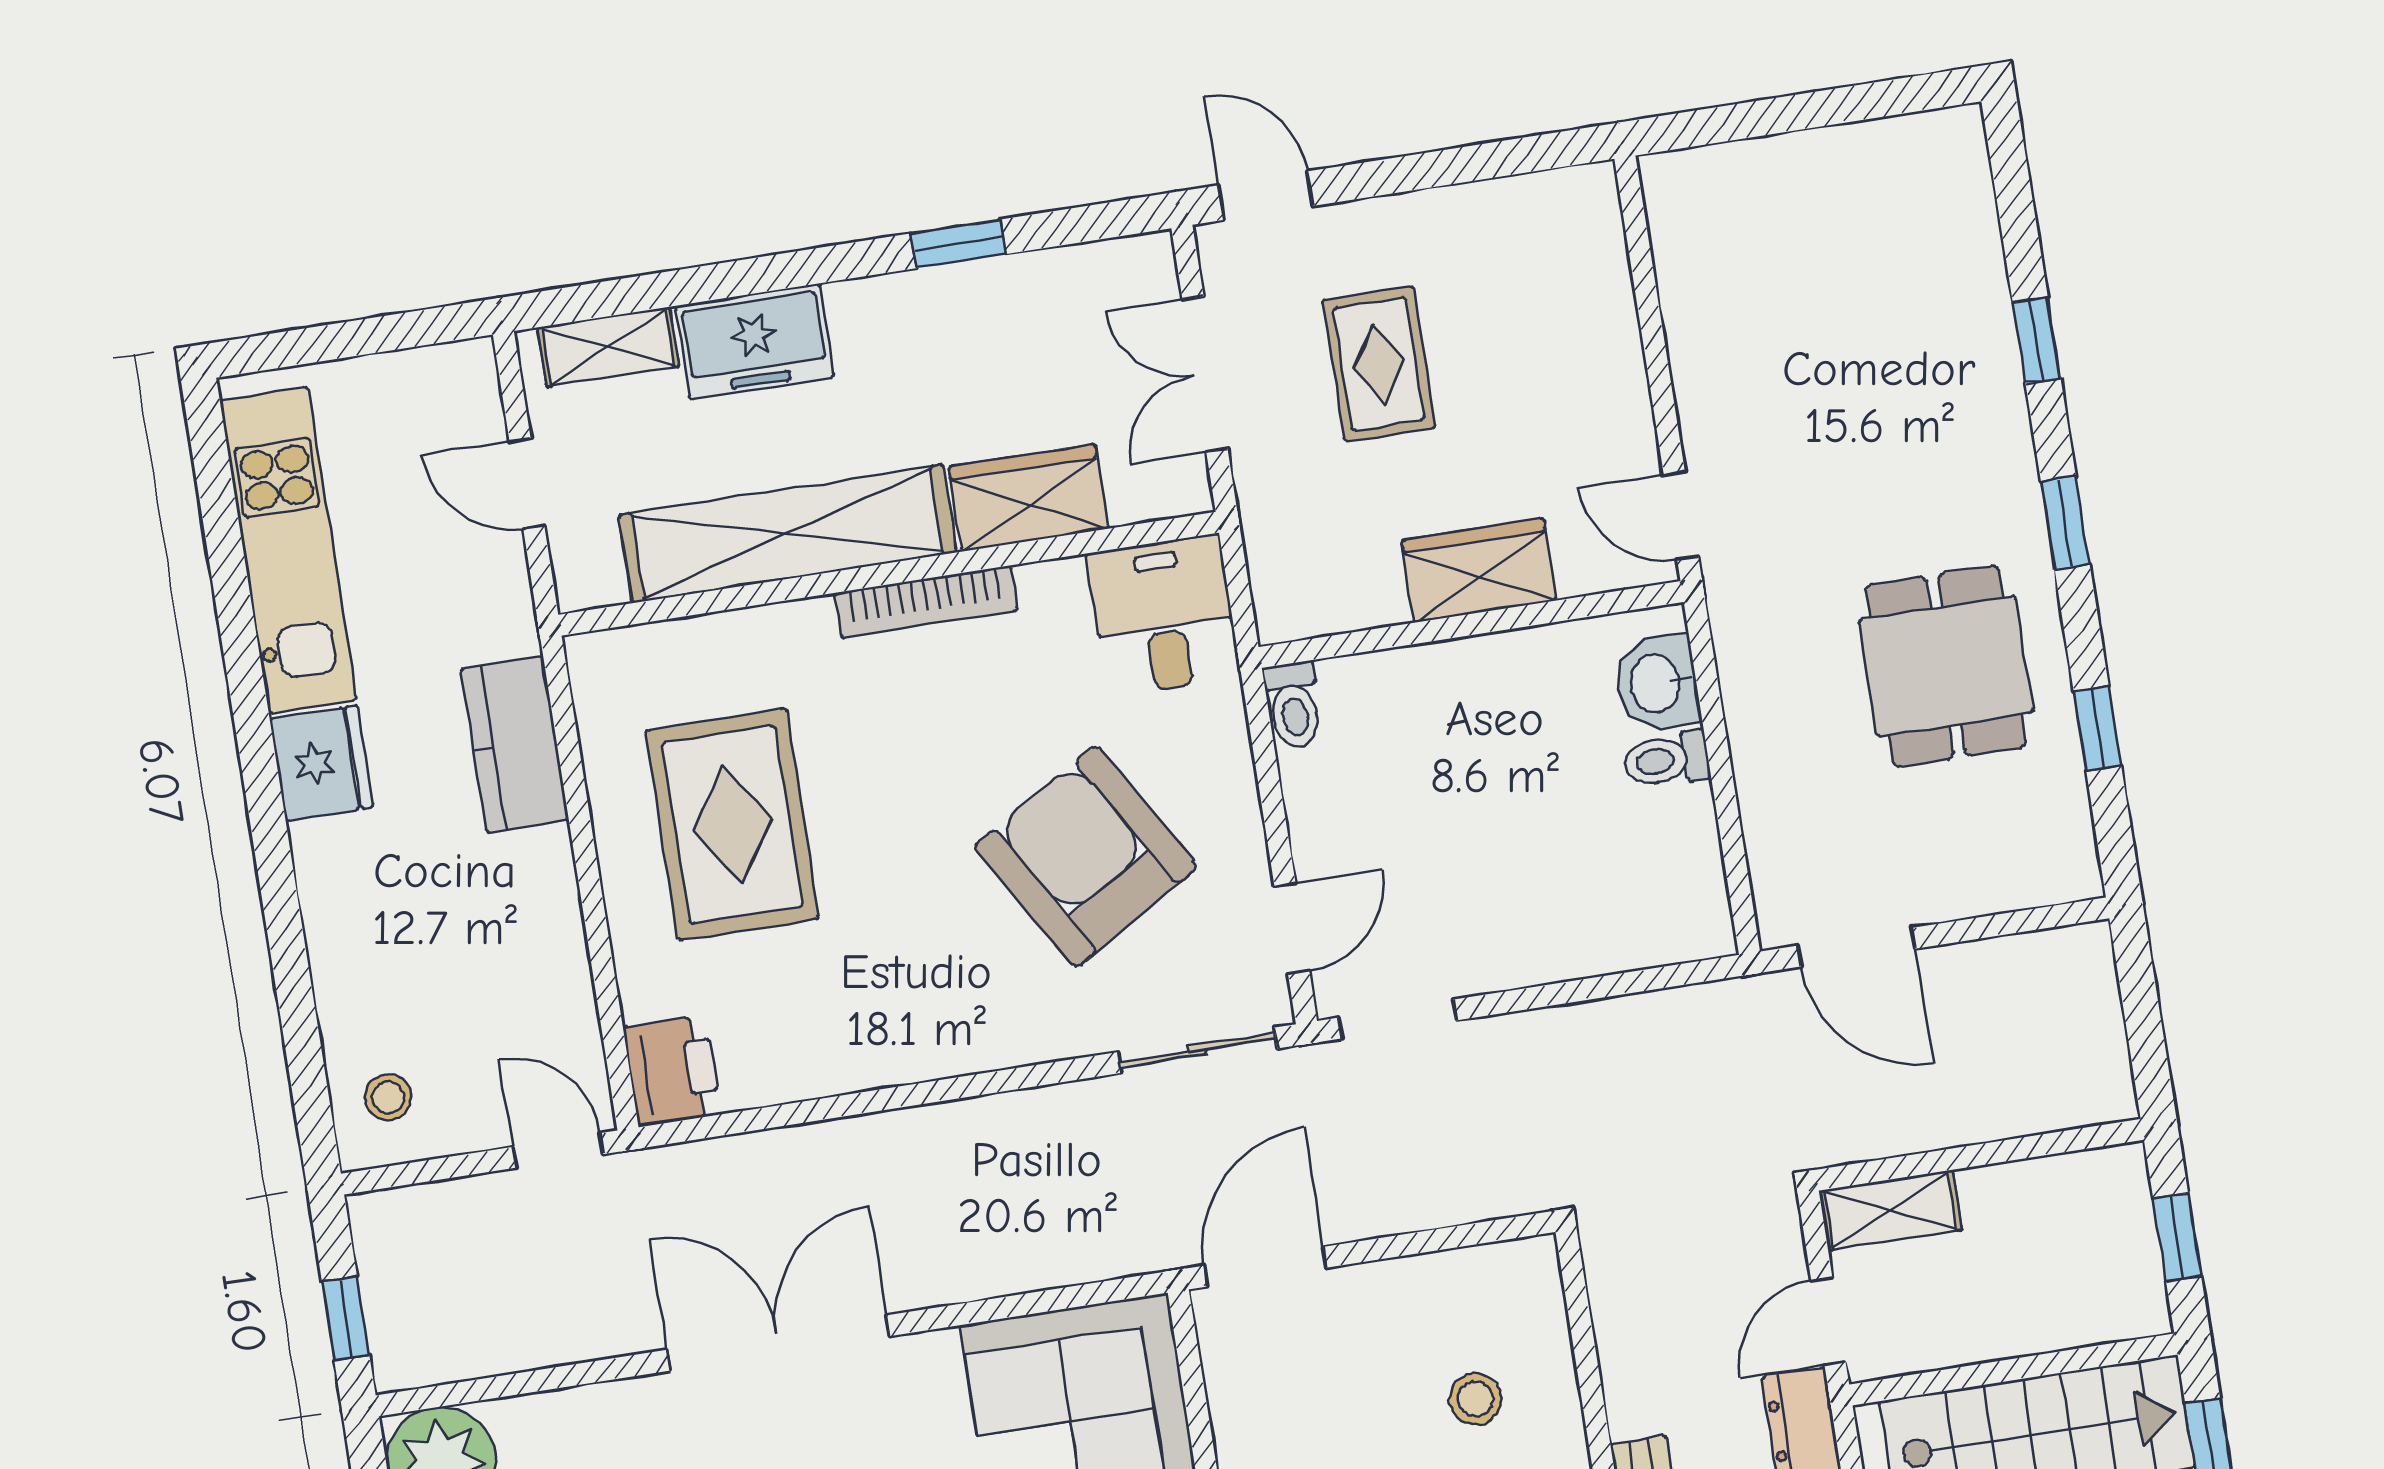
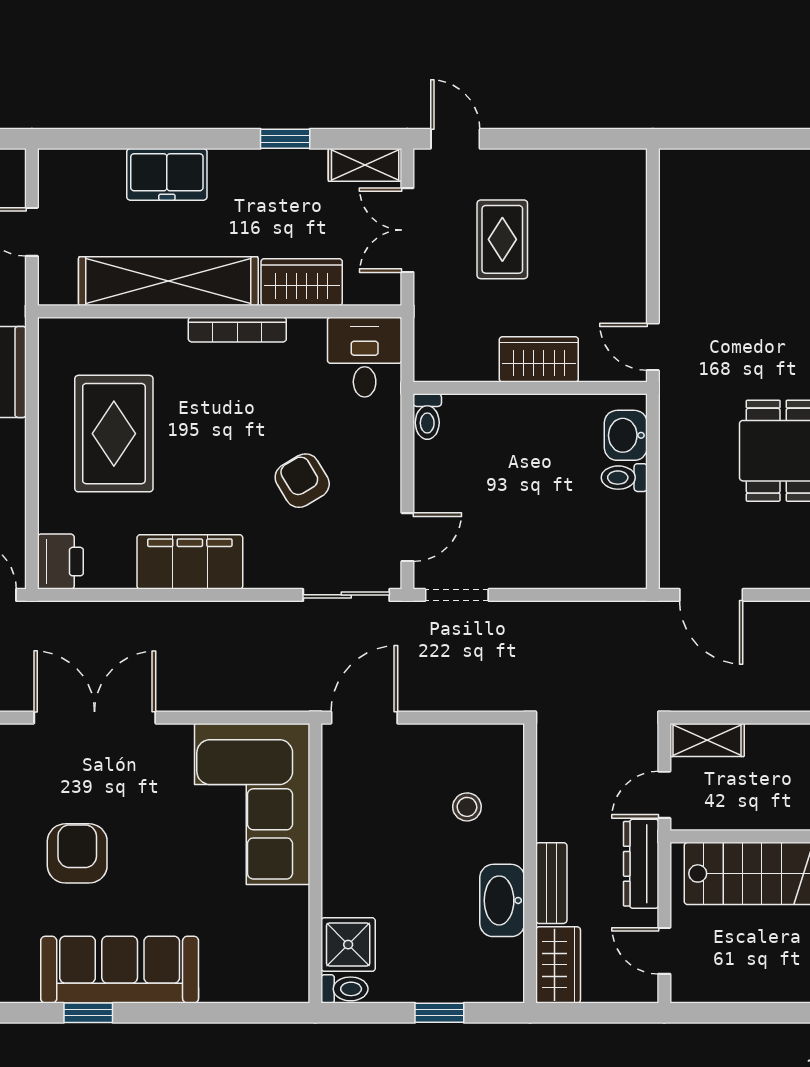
shelving: (608, 347) -> (365, 165), moved
armchair: (1086, 856) -> (302, 481), width x0.53, depth x0.53
filing cabinet: (906, 1035) -> (190, 562), added

